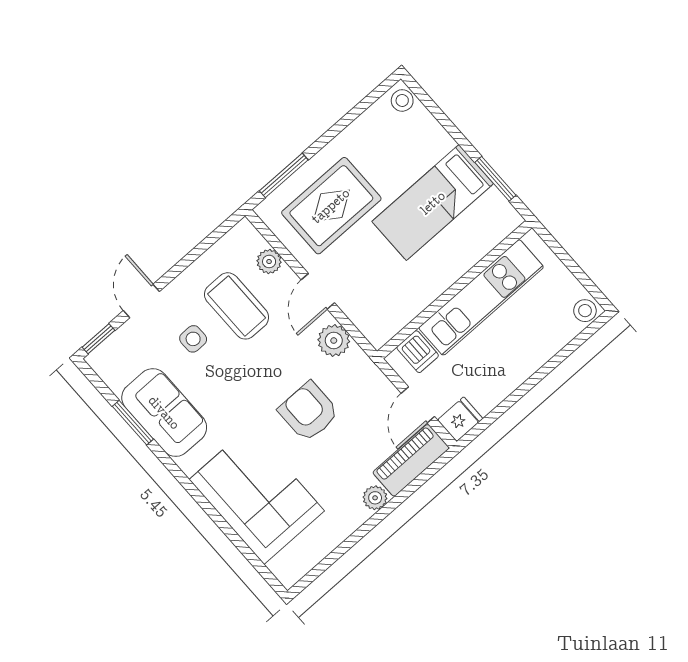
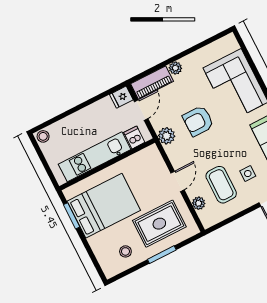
stool: (402, 100) -> (125, 251), moved
window: (284, 175) -> (162, 255), moved
bed: (433, 203) -> (104, 206), width x1.50
plant: (334, 341) -> (167, 136), moved
armchair: (309, 412) -> (198, 121), turned 90

